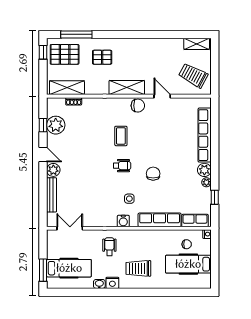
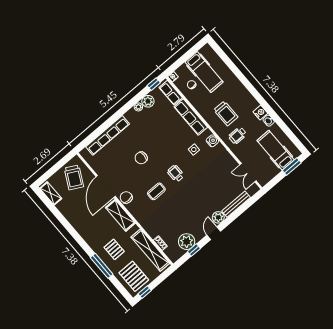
window: (76, 34) -> (102, 266), moved
shelving: (67, 88) -> (150, 250), width x1.47
door: (162, 96) -> (106, 186), width x1.88
plant: (204, 170) -> (148, 101), moved
chair: (153, 174) -> (141, 158), moved
window: (215, 197) -> (154, 84), moved
trolley: (138, 268) -> (226, 113), moved

